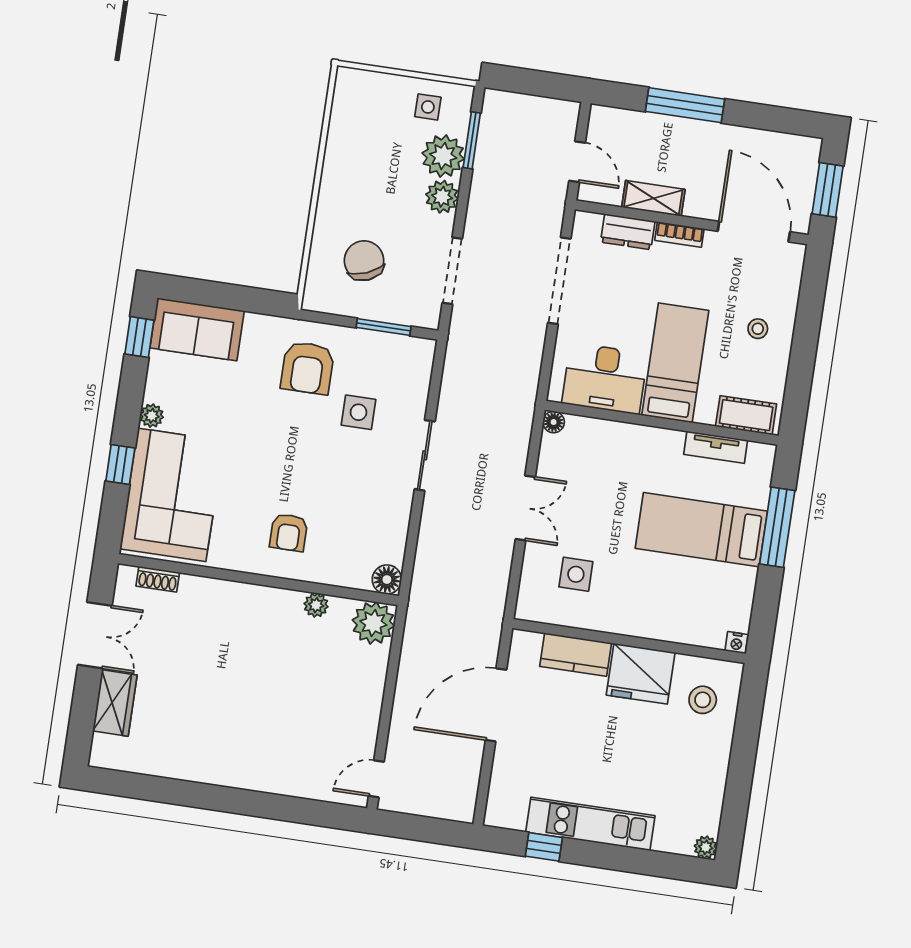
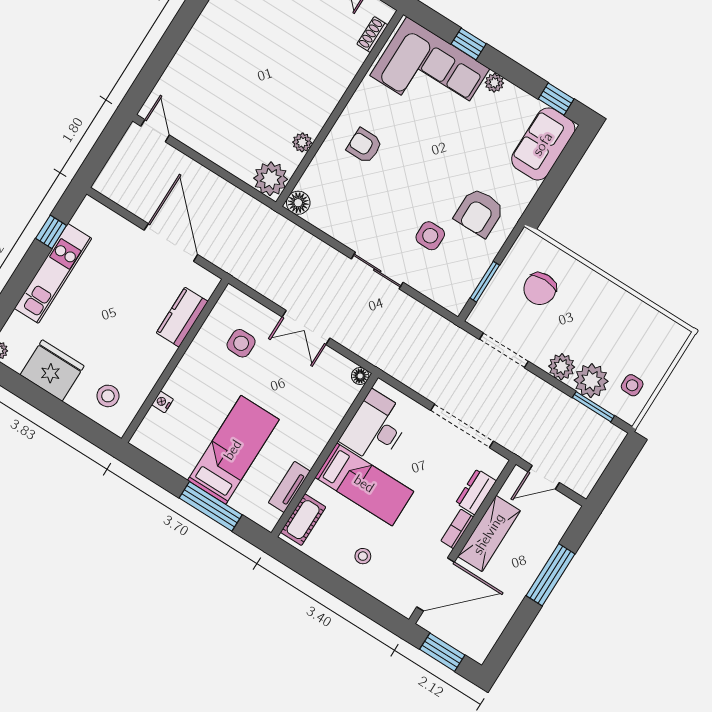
shelving: (653, 198) -> (489, 534), width x1.50, depth x1.33
chair: (364, 261) -> (540, 289), turned 112
armchair: (307, 368) -> (479, 213), turned -90
nightstand: (737, 643) -> (162, 402), moved
fridge: (641, 674) -> (52, 370), moved, turned 90

